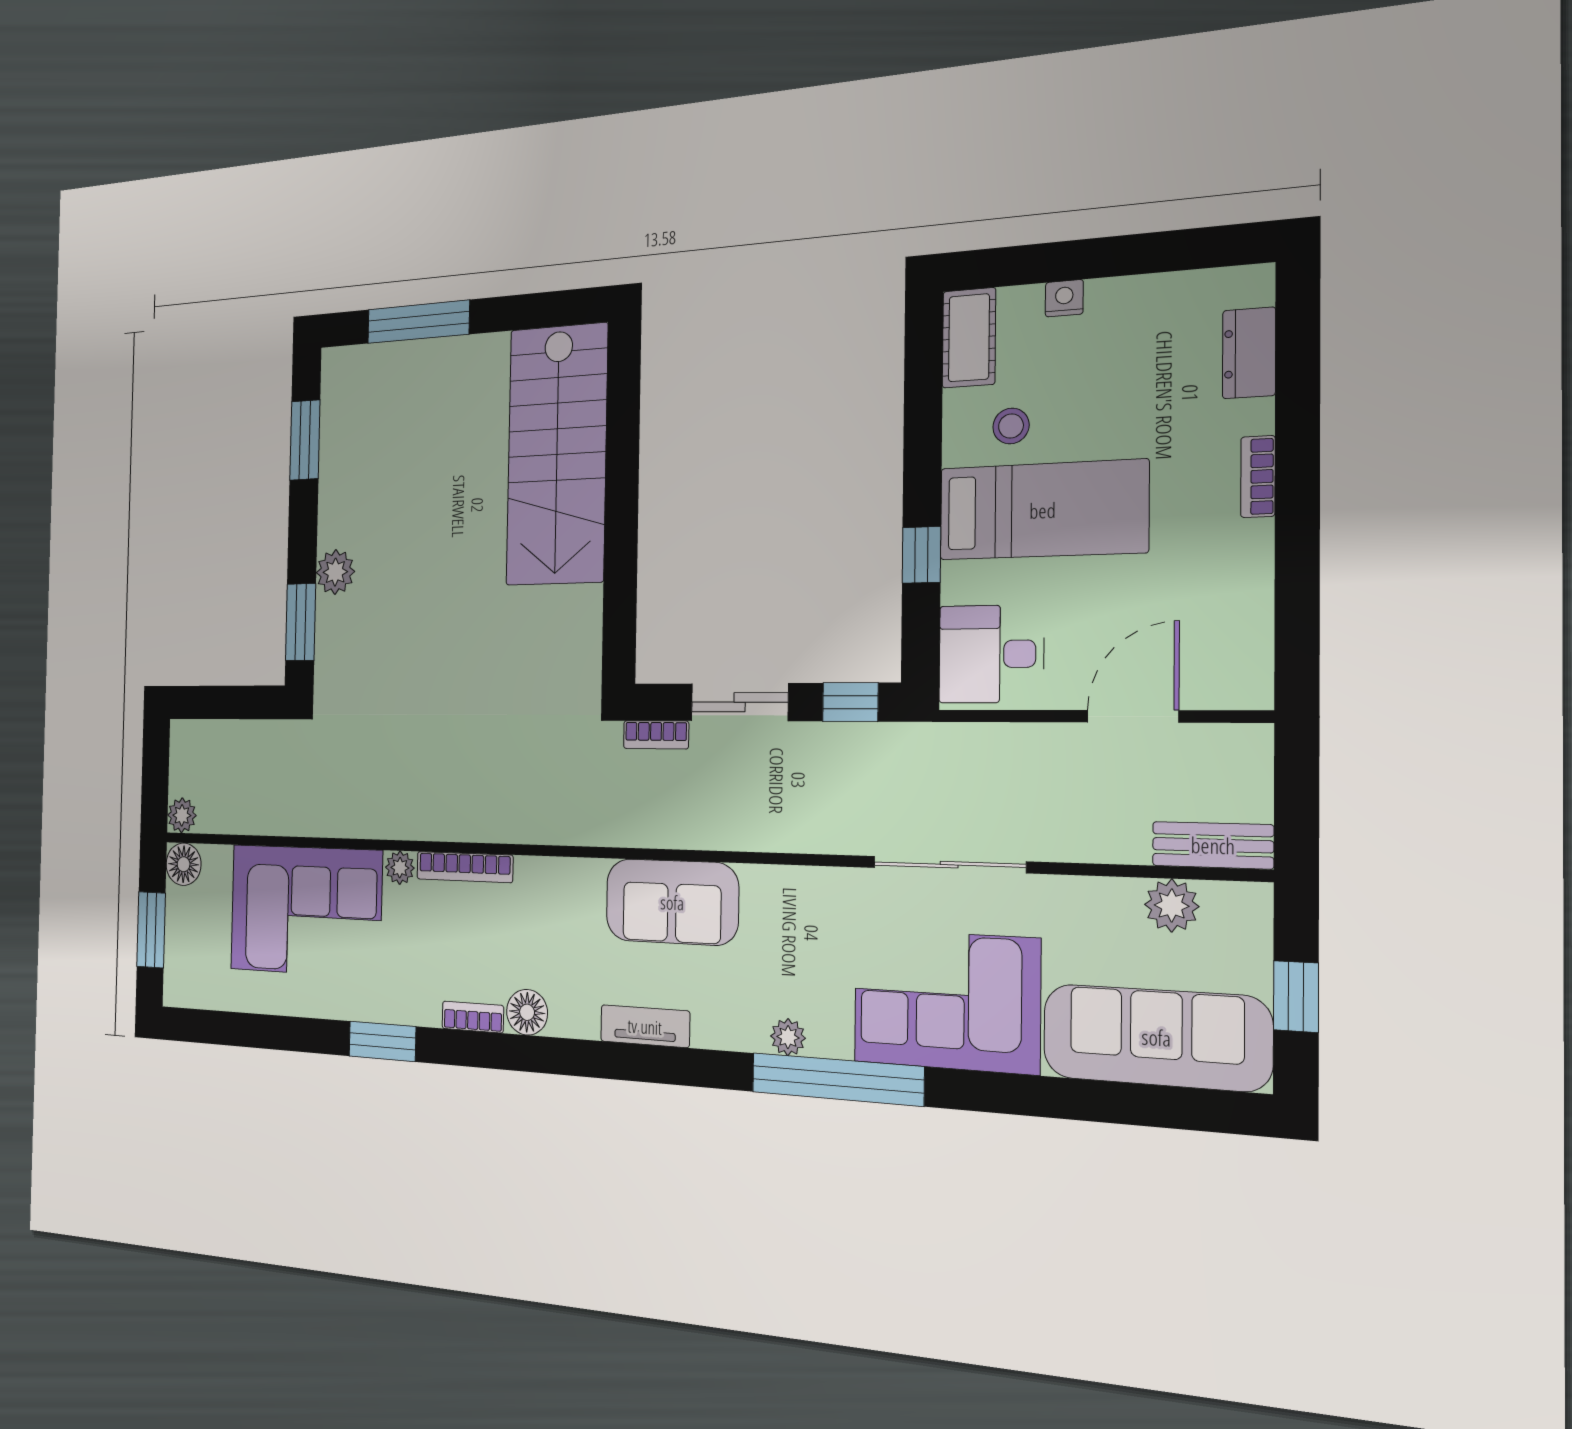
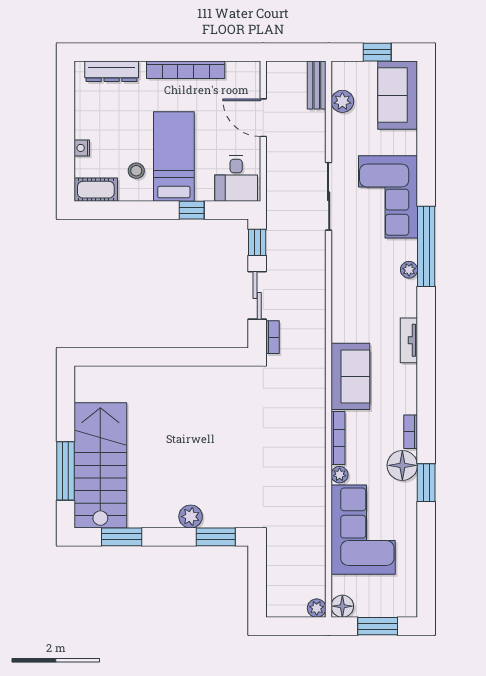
dresser: (1249, 353) -> (112, 71), width x1.44
stairs: (557, 455) -> (100, 465), moved, turned -90
bookcase: (1258, 477) -> (186, 70), width x2.31, depth x1.31
sofa: (672, 902) -> (350, 376), moved
floor lamp: (527, 1012) -> (402, 465), moved, width x1.38, depth x1.38
sofa: (1156, 1037) -> (398, 95), width x0.73

